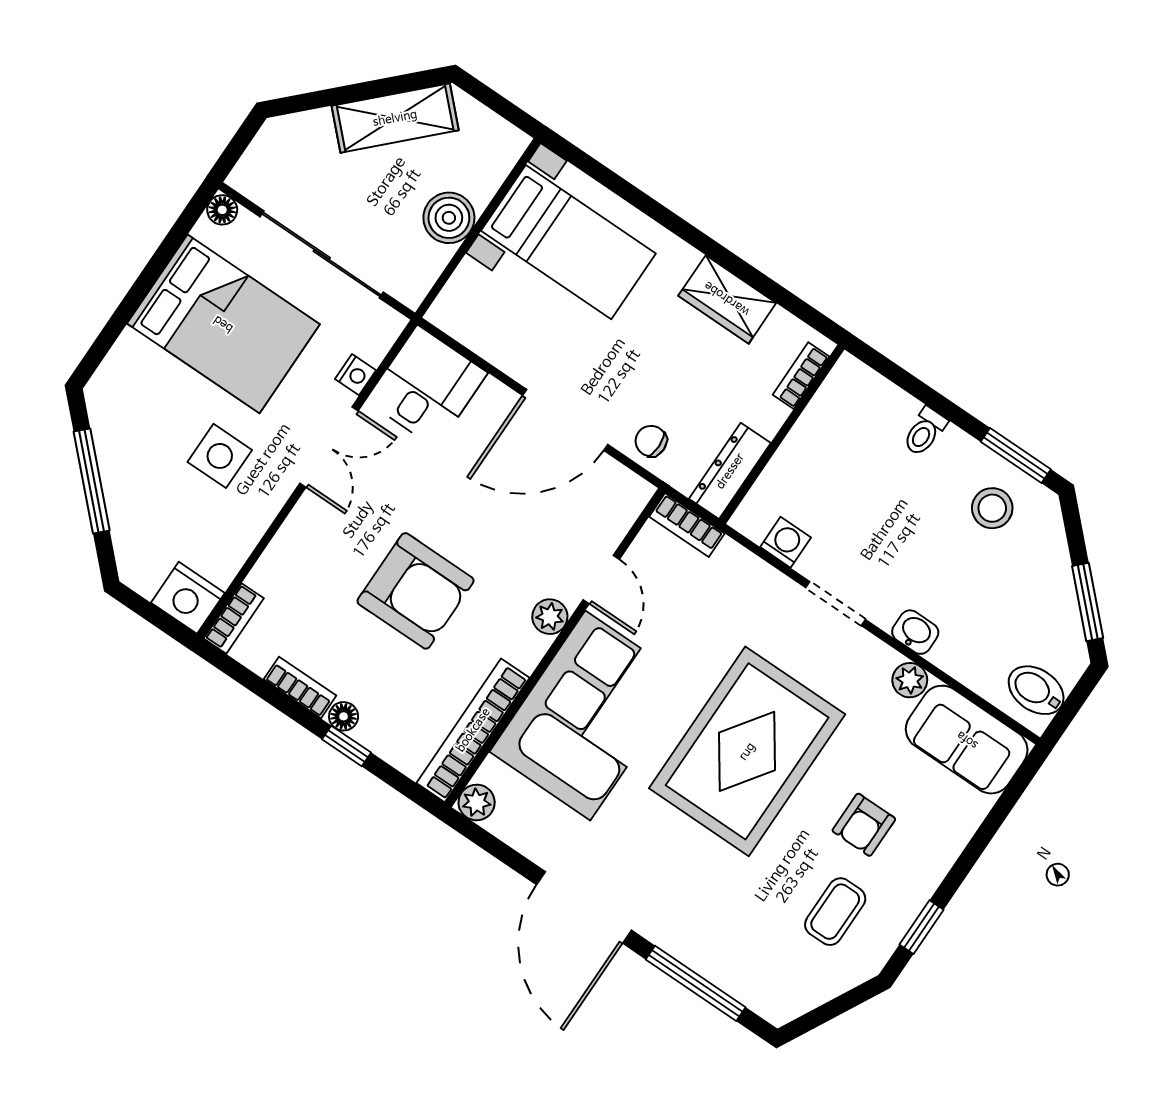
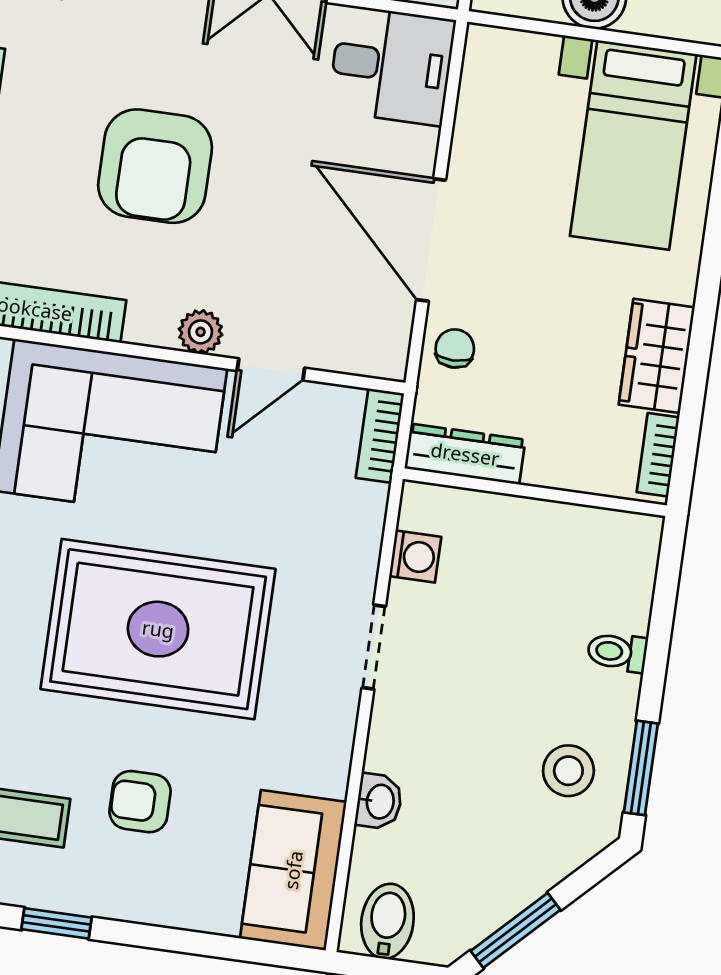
bookcase: (801, 376) -> (658, 455), moved, turned -90
washbasin: (915, 632) -> (379, 801), moved
plant: (910, 680) -> (329, 773), removed

